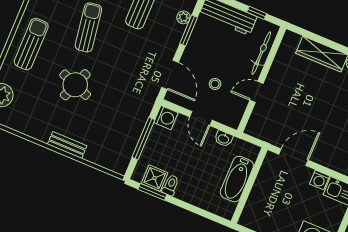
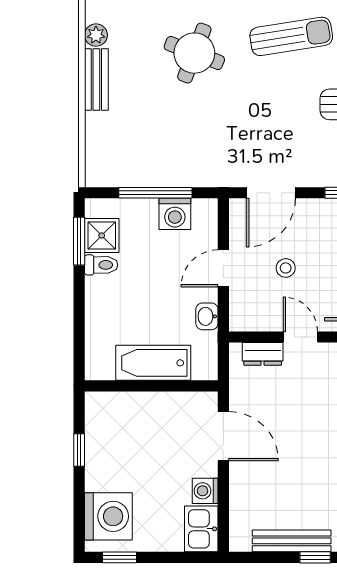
dresser: (257, 117) -> (263, 354), added
washing machine: (166, 118) -> (175, 214), moved
plant: (43, 135) -> (96, 35), added

